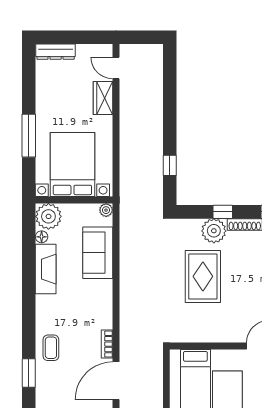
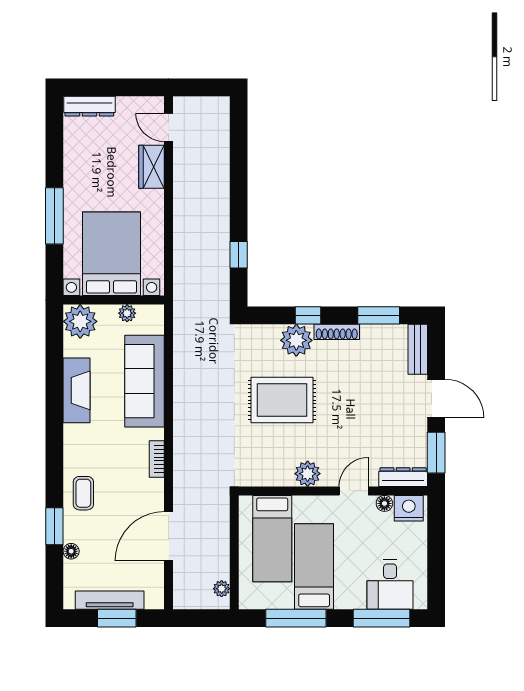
plant: (106, 210) -> (127, 313), moved
floor lamp: (42, 237) -> (71, 551), moved
sofa: (98, 253) -> (145, 381), width x1.36
rug: (203, 276) -> (282, 400), turned 90
plant: (222, 333) -> (308, 474), added
bookcase: (107, 344) -> (157, 459), moved

